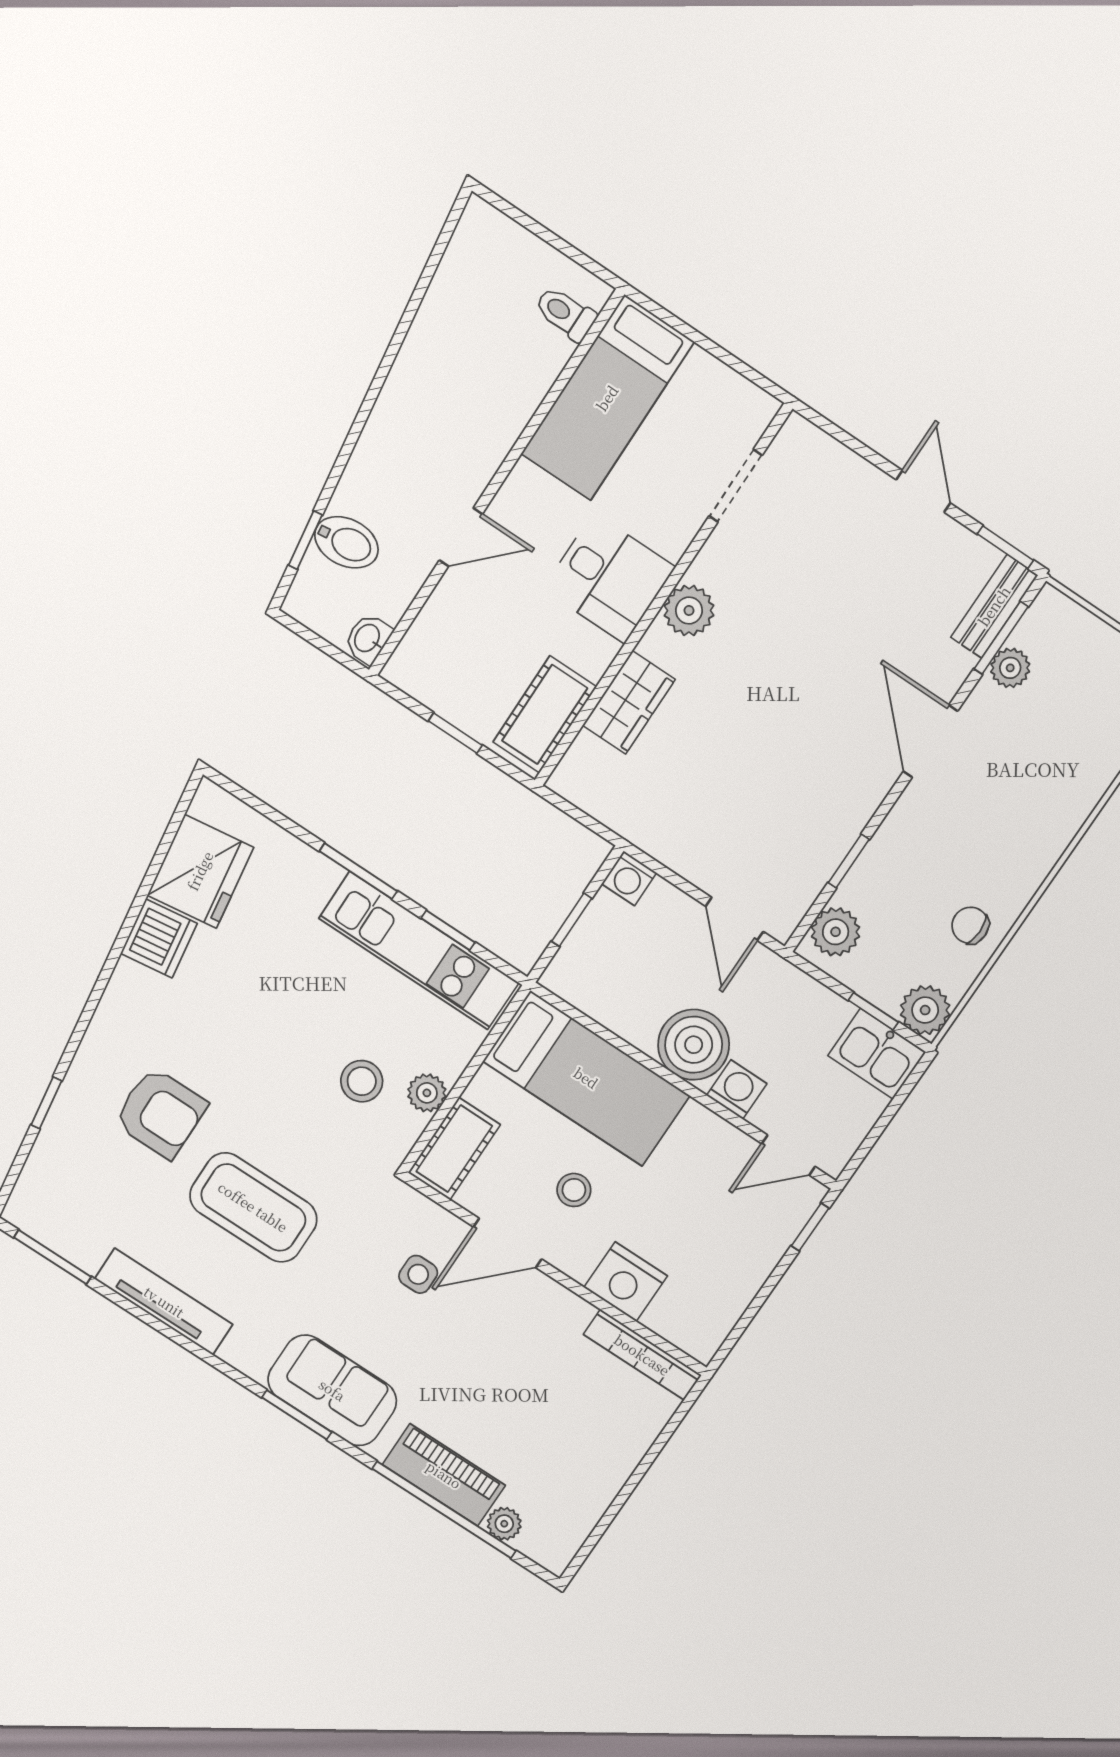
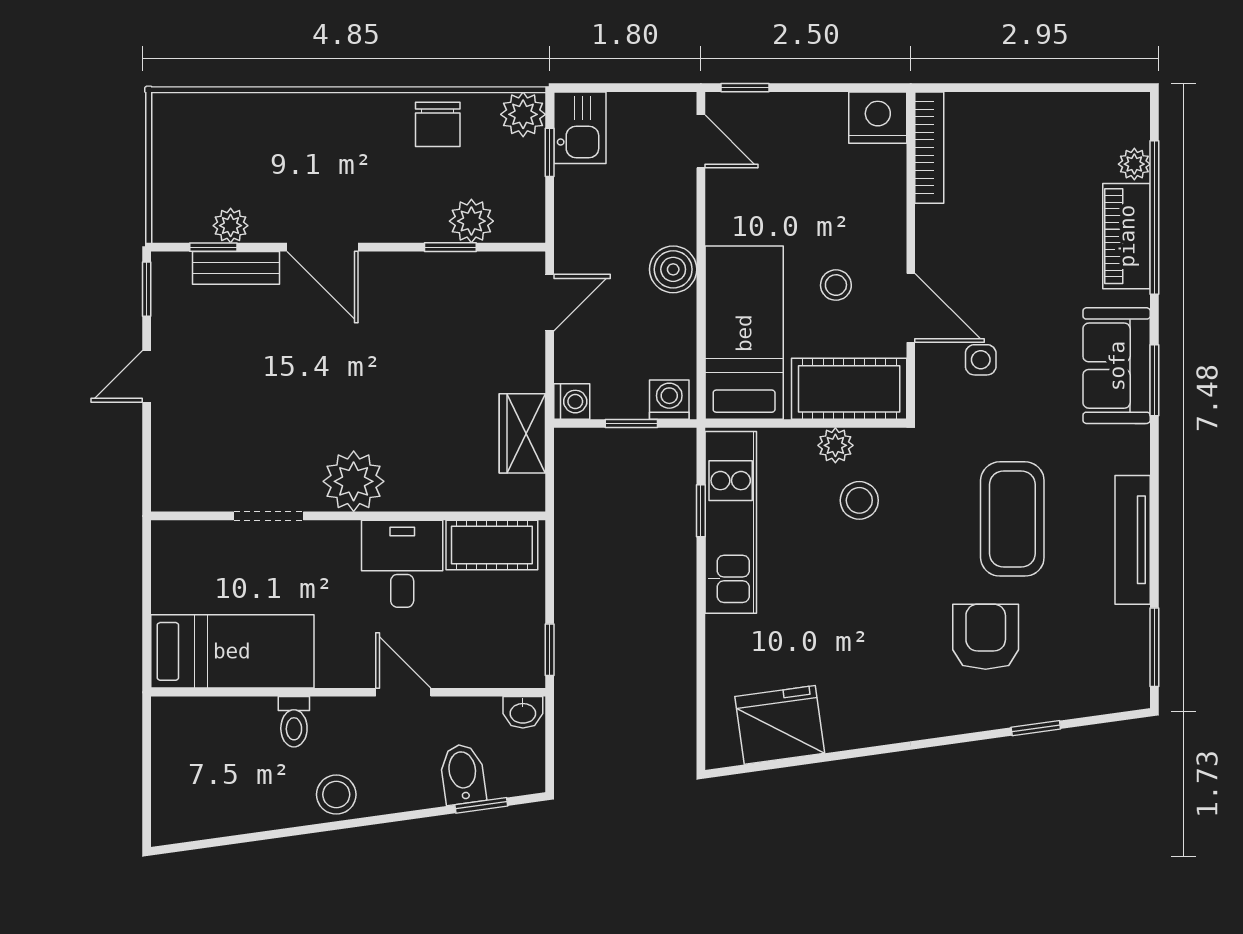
toilet: (565, 314) -> (294, 722), moved
stool: (405, 407) -> (336, 795), added
doorway: (736, 486) -> (269, 516), moved
desk: (609, 578) -> (402, 564), moved
bench: (994, 606) -> (236, 268), moved
plant: (689, 610) -> (354, 481), width x1.36, depth x1.36
window: (1001, 638) -> (213, 247), width x0.67
wardrobe: (629, 702) -> (522, 433), moved, turned -90
window: (455, 733) -> (550, 650), moved
door: (930, 741) -> (322, 247), hinge flipped
window: (358, 871) -> (701, 607), removed
chair: (970, 925) -> (438, 124), width x1.37, depth x1.37
plant: (836, 932) -> (471, 221), moved
dishwasher: (159, 938) -> (852, 724), removed
boiler: (694, 1045) -> (673, 269), width x0.73, depth x0.73
washing machine: (737, 1089) -> (669, 400), moved, turned 90
cot: (454, 1149) -> (849, 389), width x1.37, depth x1.34
nightstand: (626, 1282) -> (878, 118), moved, turned -90

